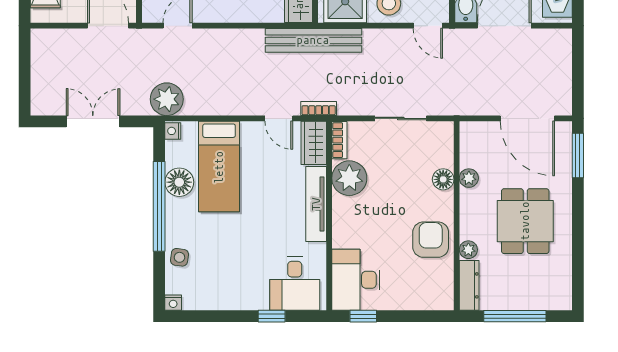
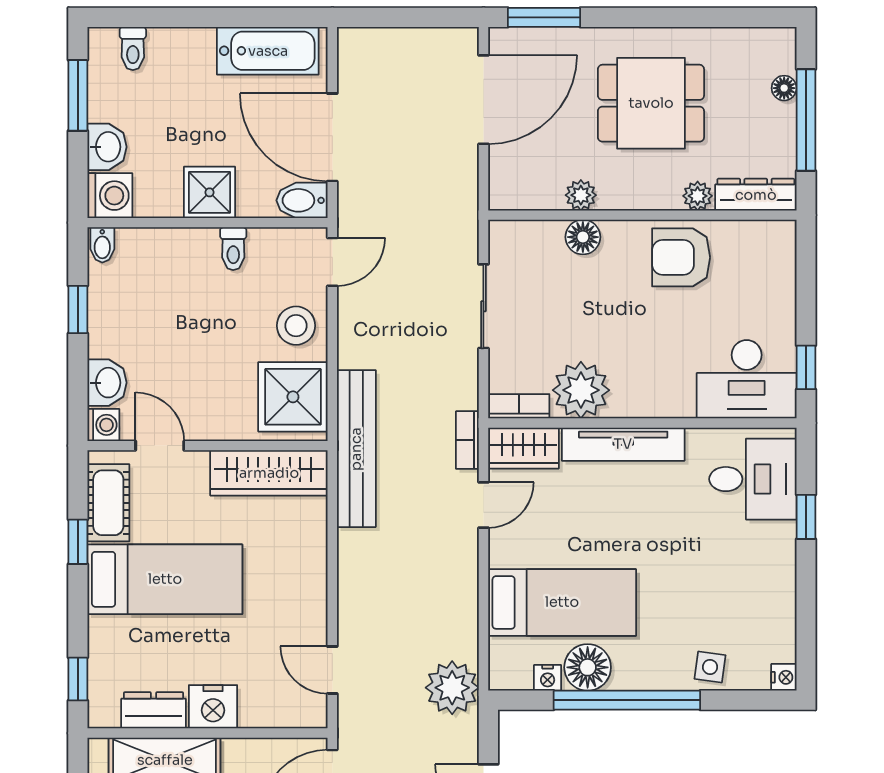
nightstand: (173, 131) -> (548, 678), moved
floor lamp: (534, 303) -> (784, 88), added

